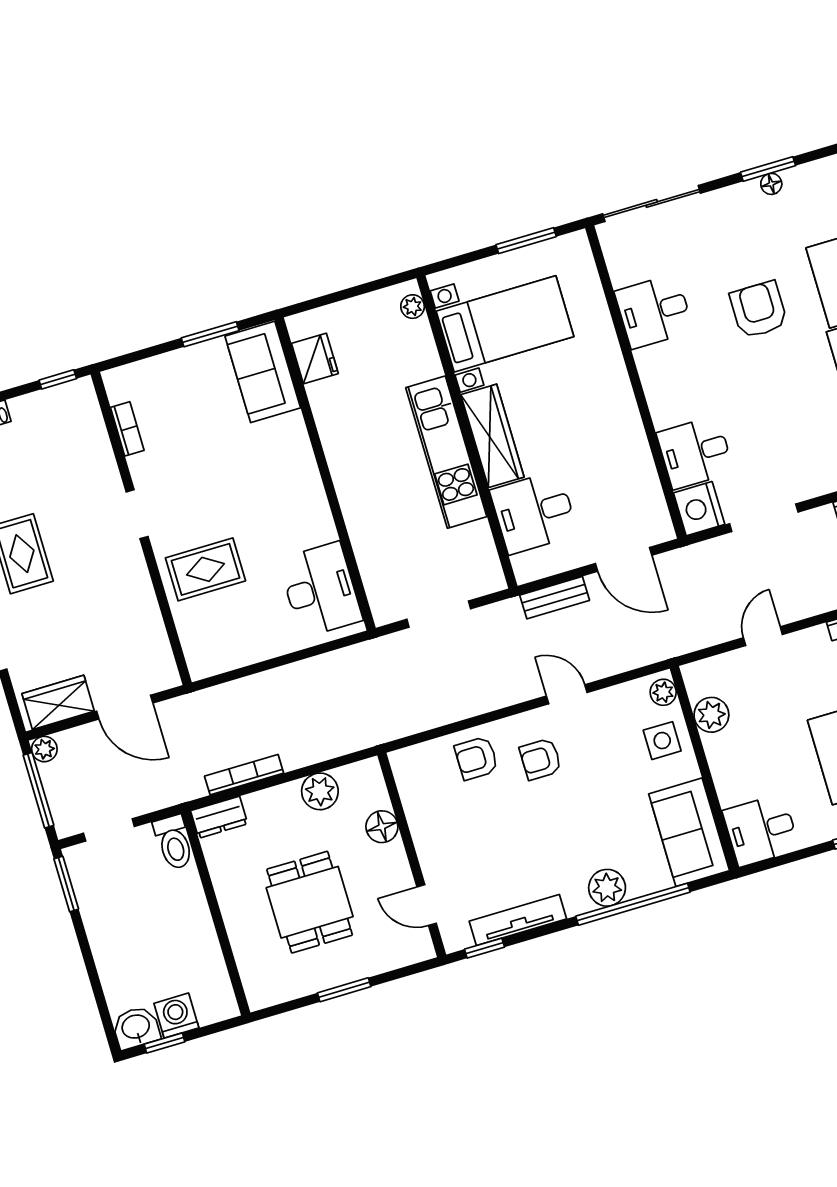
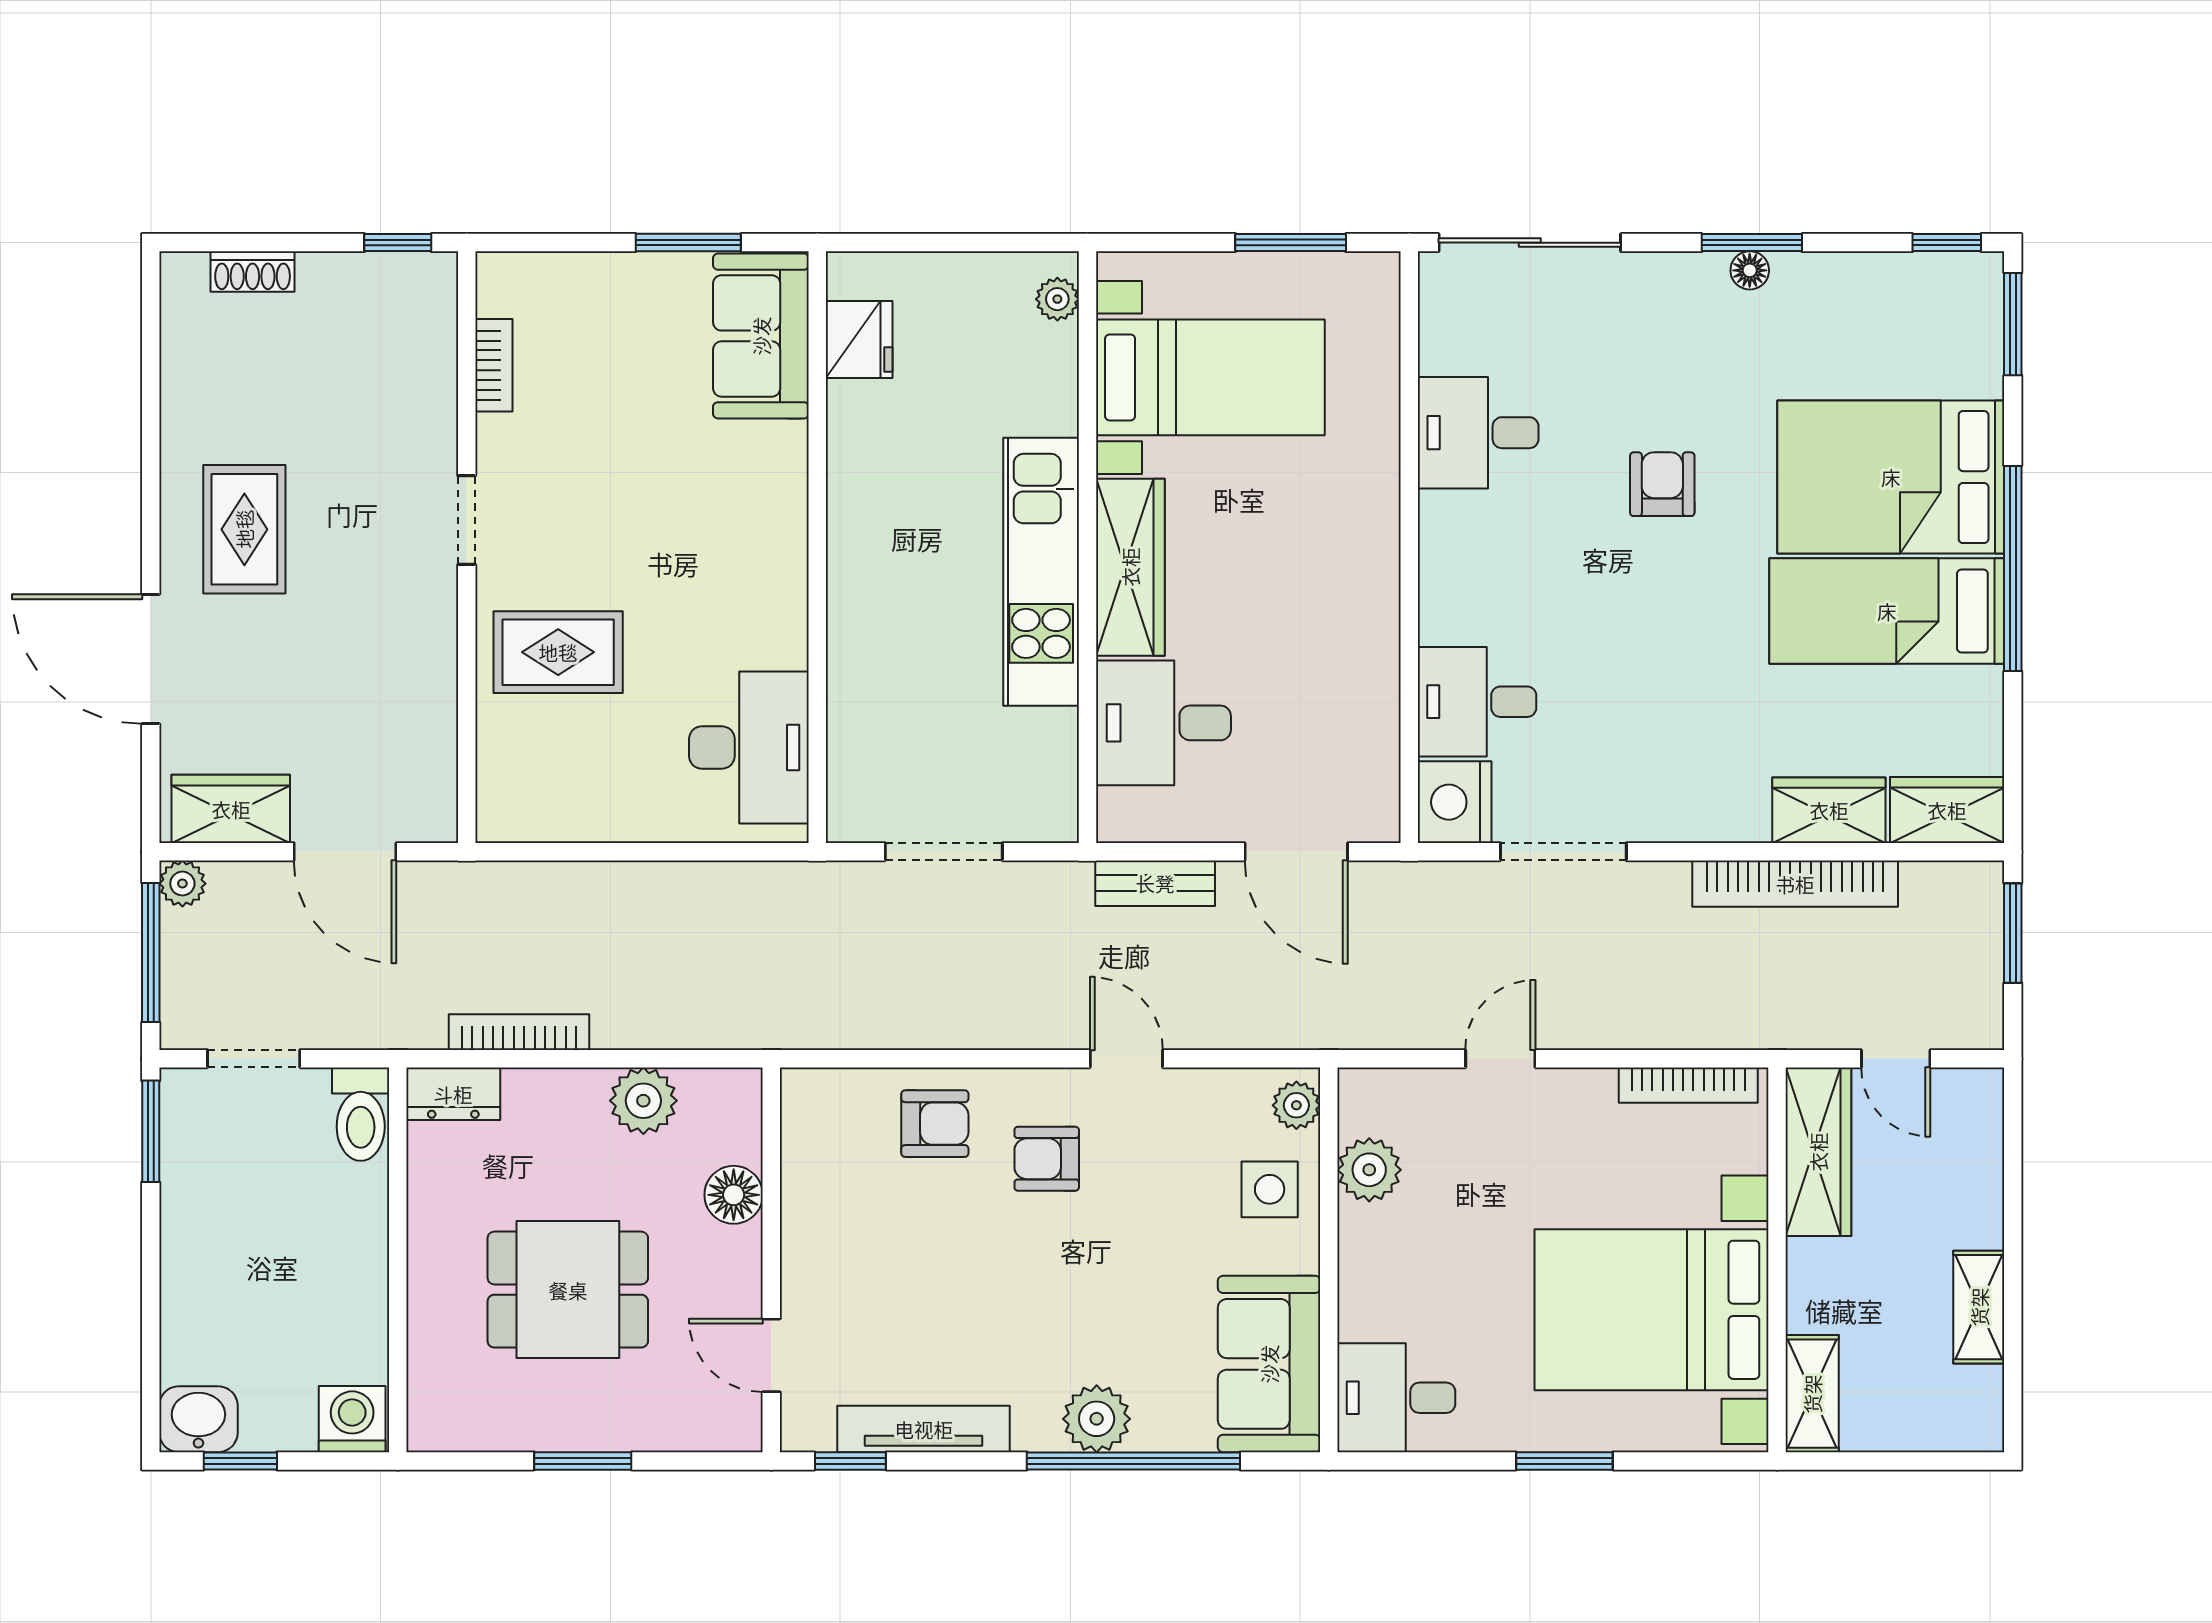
armchair: (759, 310) -> (1662, 484), width x0.72, depth x0.72
armchair: (476, 758) -> (935, 1124), turned 180
dining table: (310, 902) -> (568, 1290), turned 90
washing machine: (176, 1016) -> (352, 1419), moved

